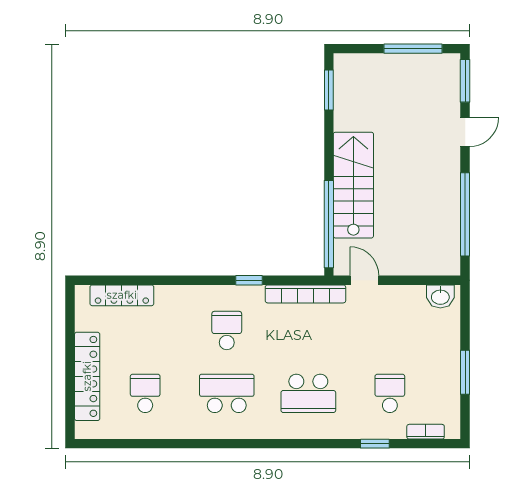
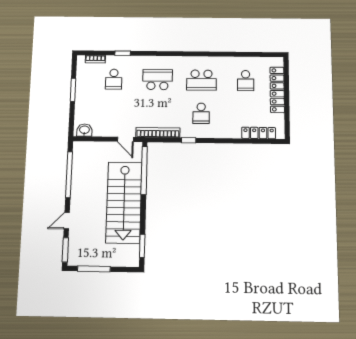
stairs: (353, 185) -> (124, 202), width x1.36, depth x1.51

